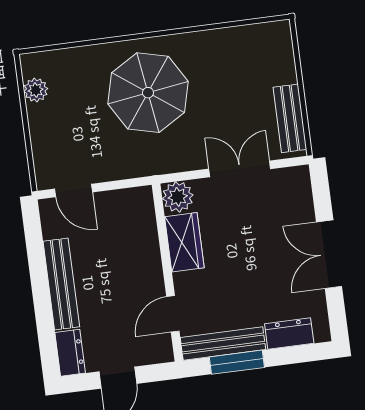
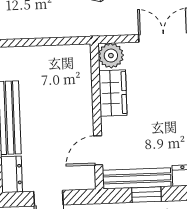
door: (73, 190) -> (27, 42), removed
window: (237, 362) -> (147, 195), width x0.67

